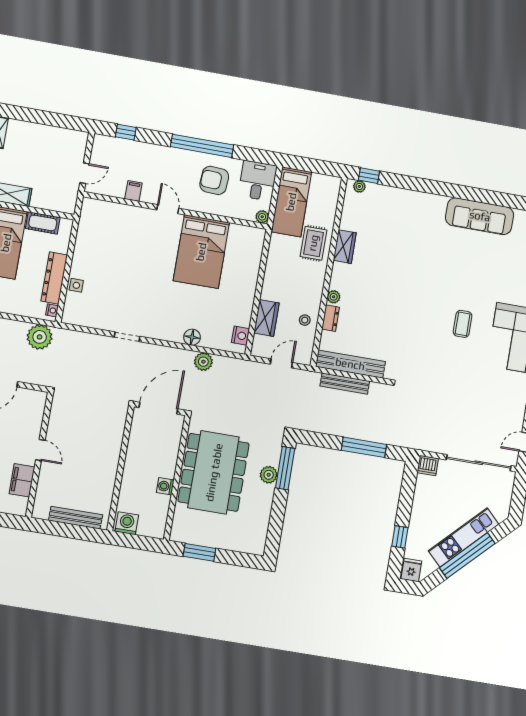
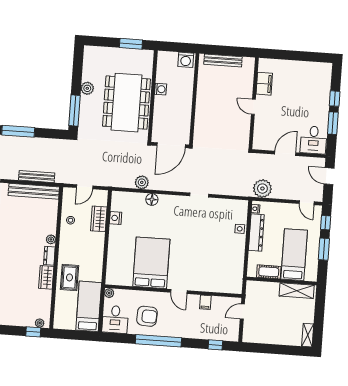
dresser: (331, 318) -> (49, 256), moved
nightstand: (241, 336) -> (116, 218), moved
plant: (269, 475) -> (87, 88), moved

